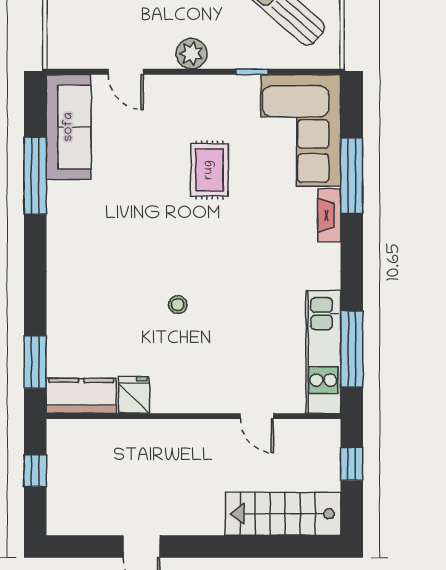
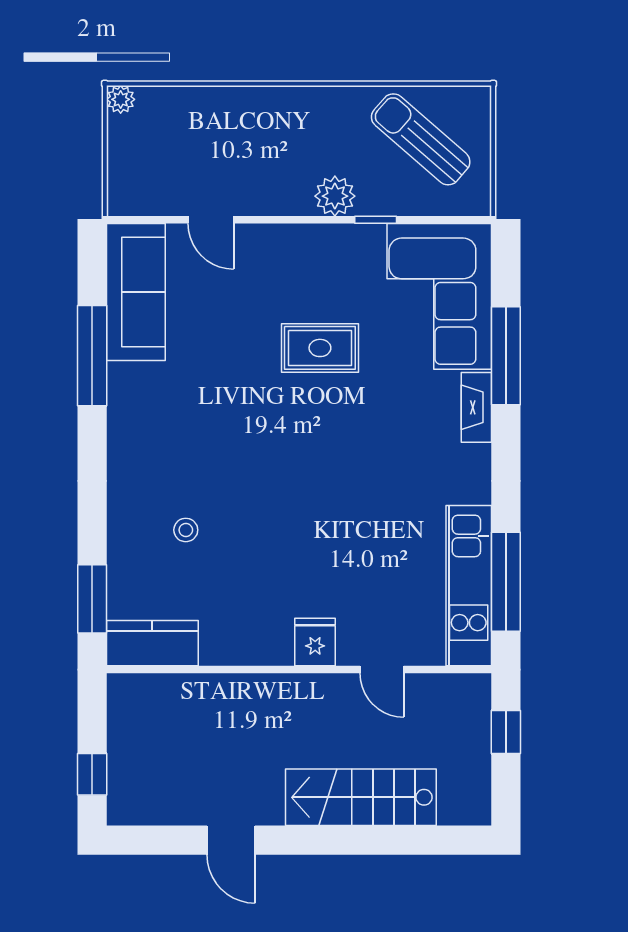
plant: (191, 54) -> (335, 196), moved
rug: (209, 170) -> (320, 348), turned 90
stool: (178, 305) -> (186, 530), moved
fridge: (134, 395) -> (315, 642), moved
window: (35, 471) -> (92, 774), moved
stairs: (283, 514) -> (361, 797), moved

